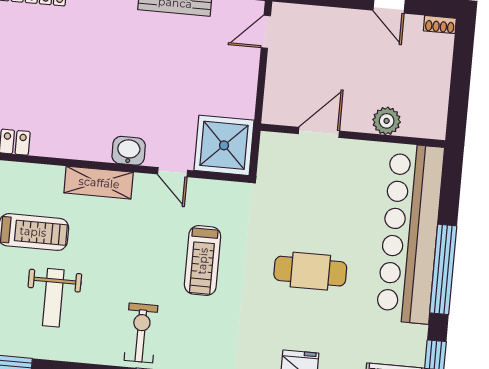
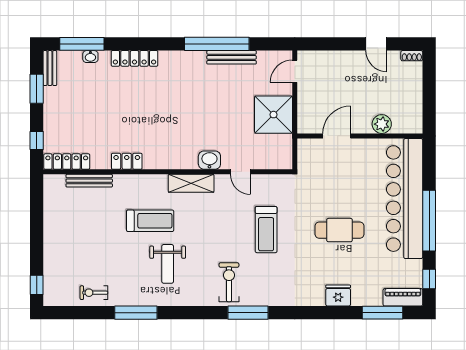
shower: (224, 145) -> (273, 115), moved

